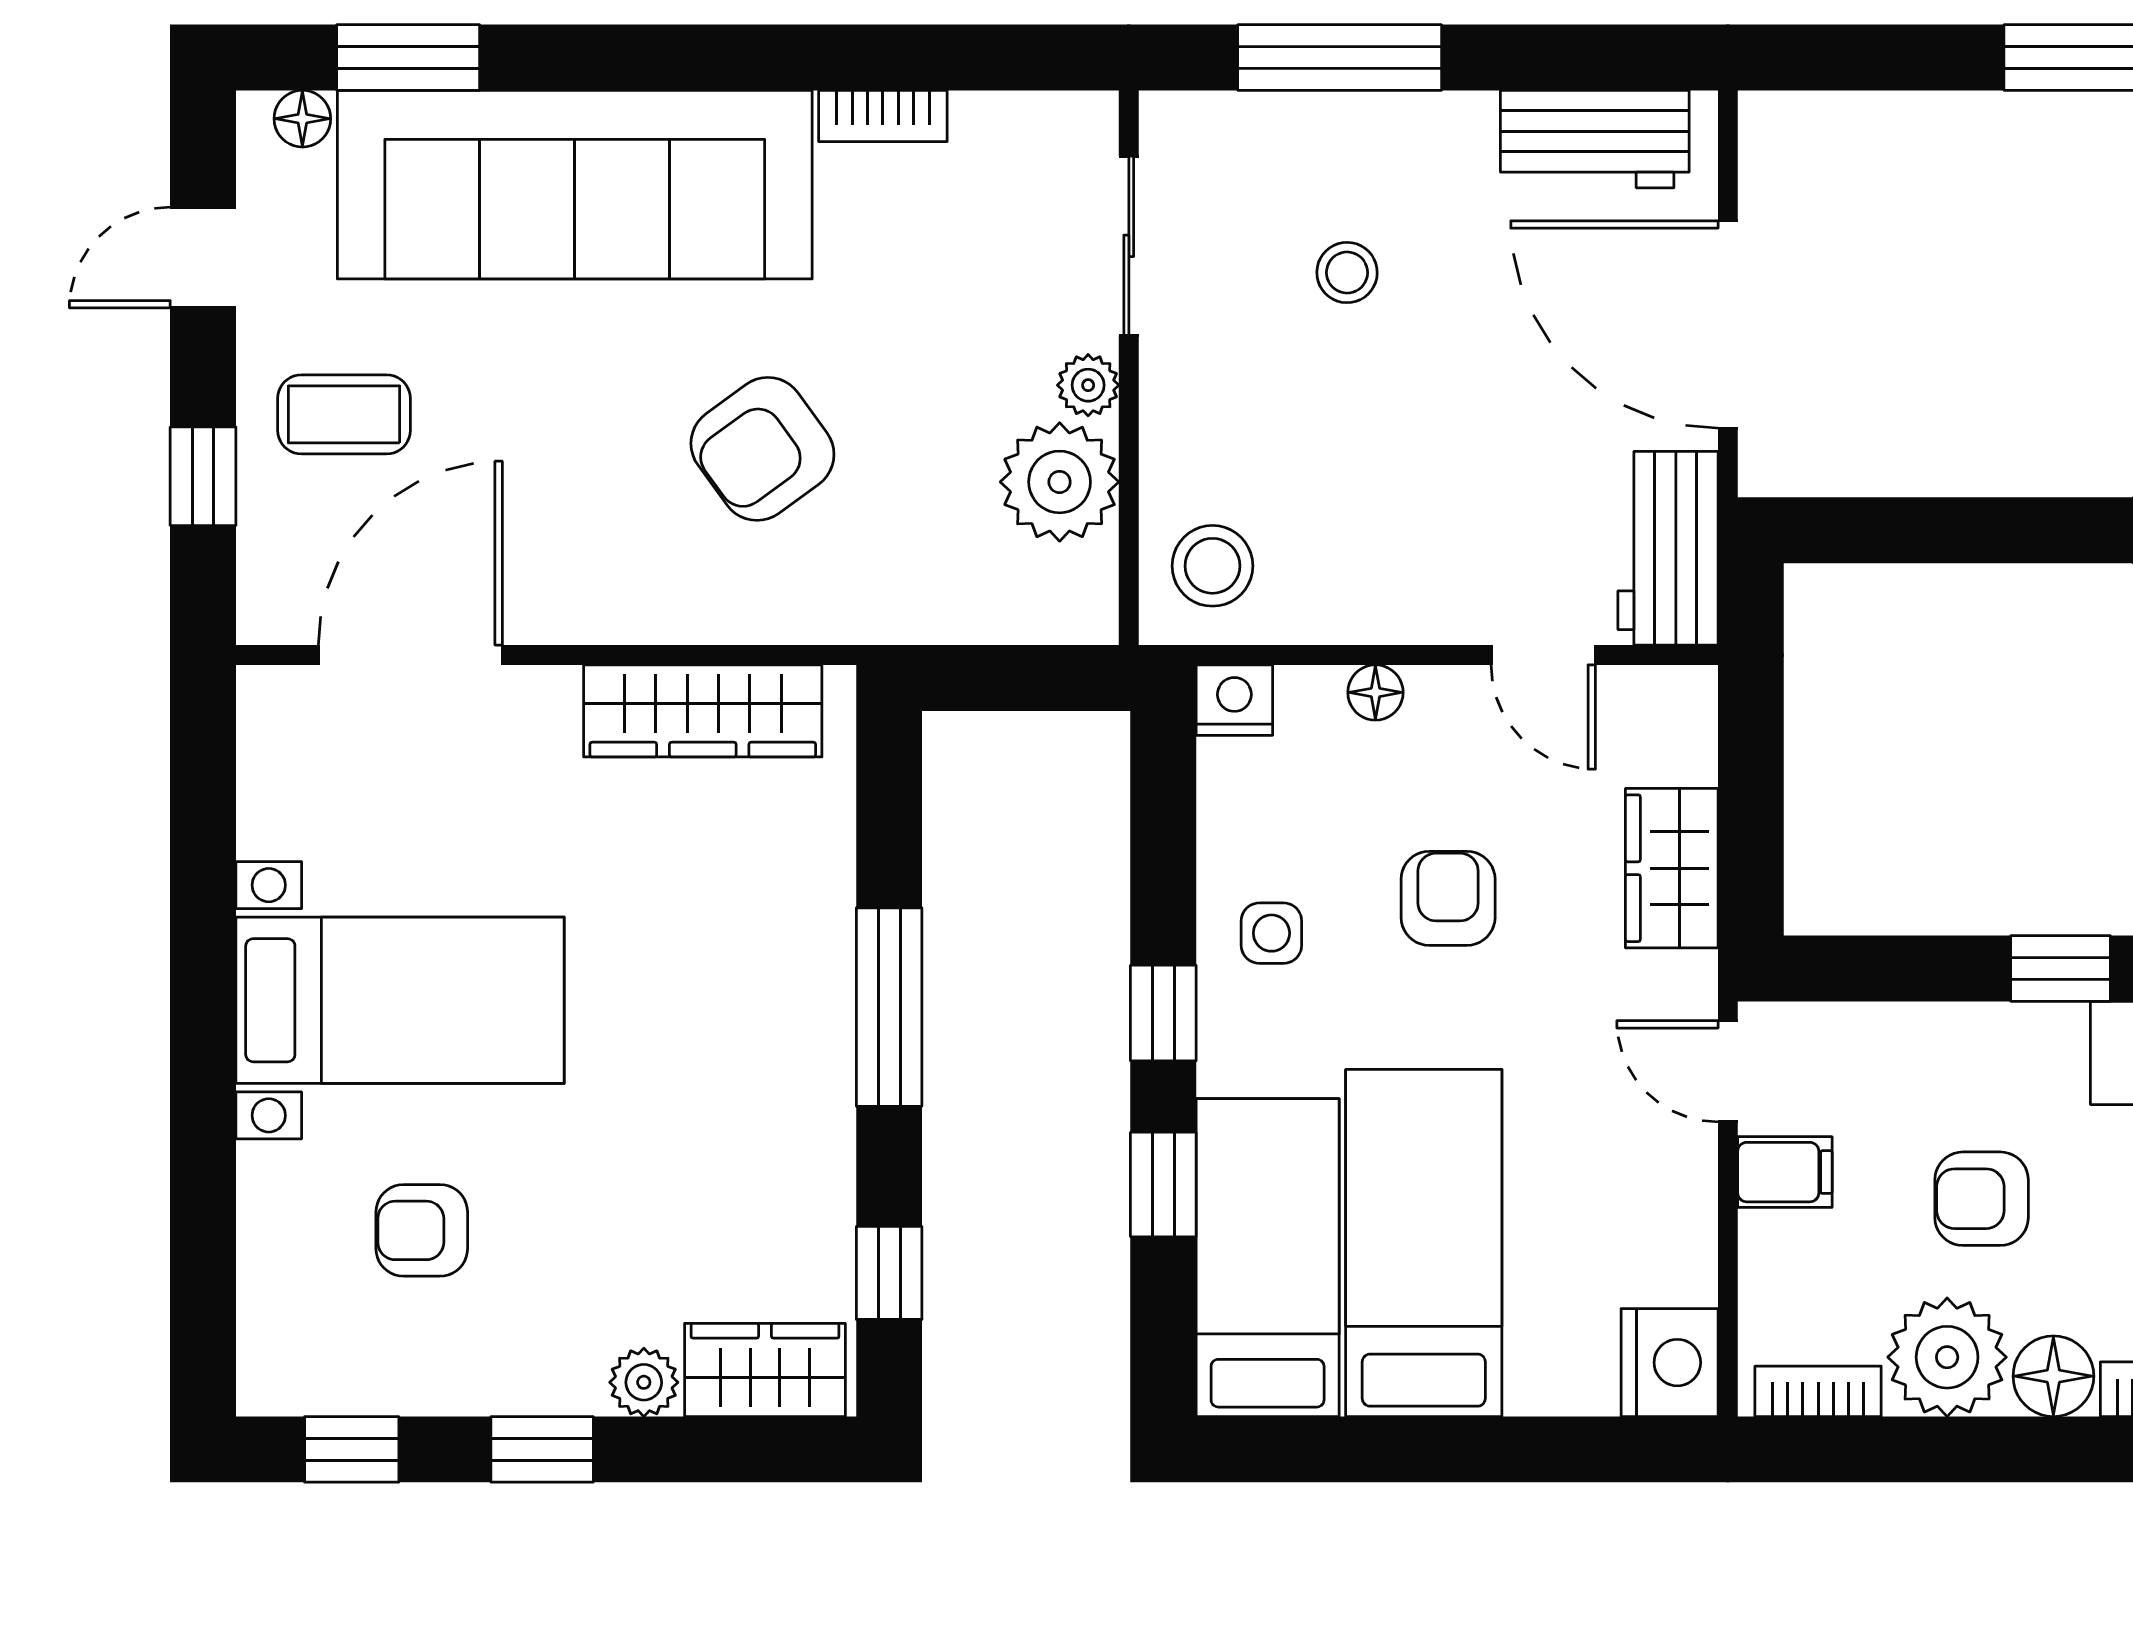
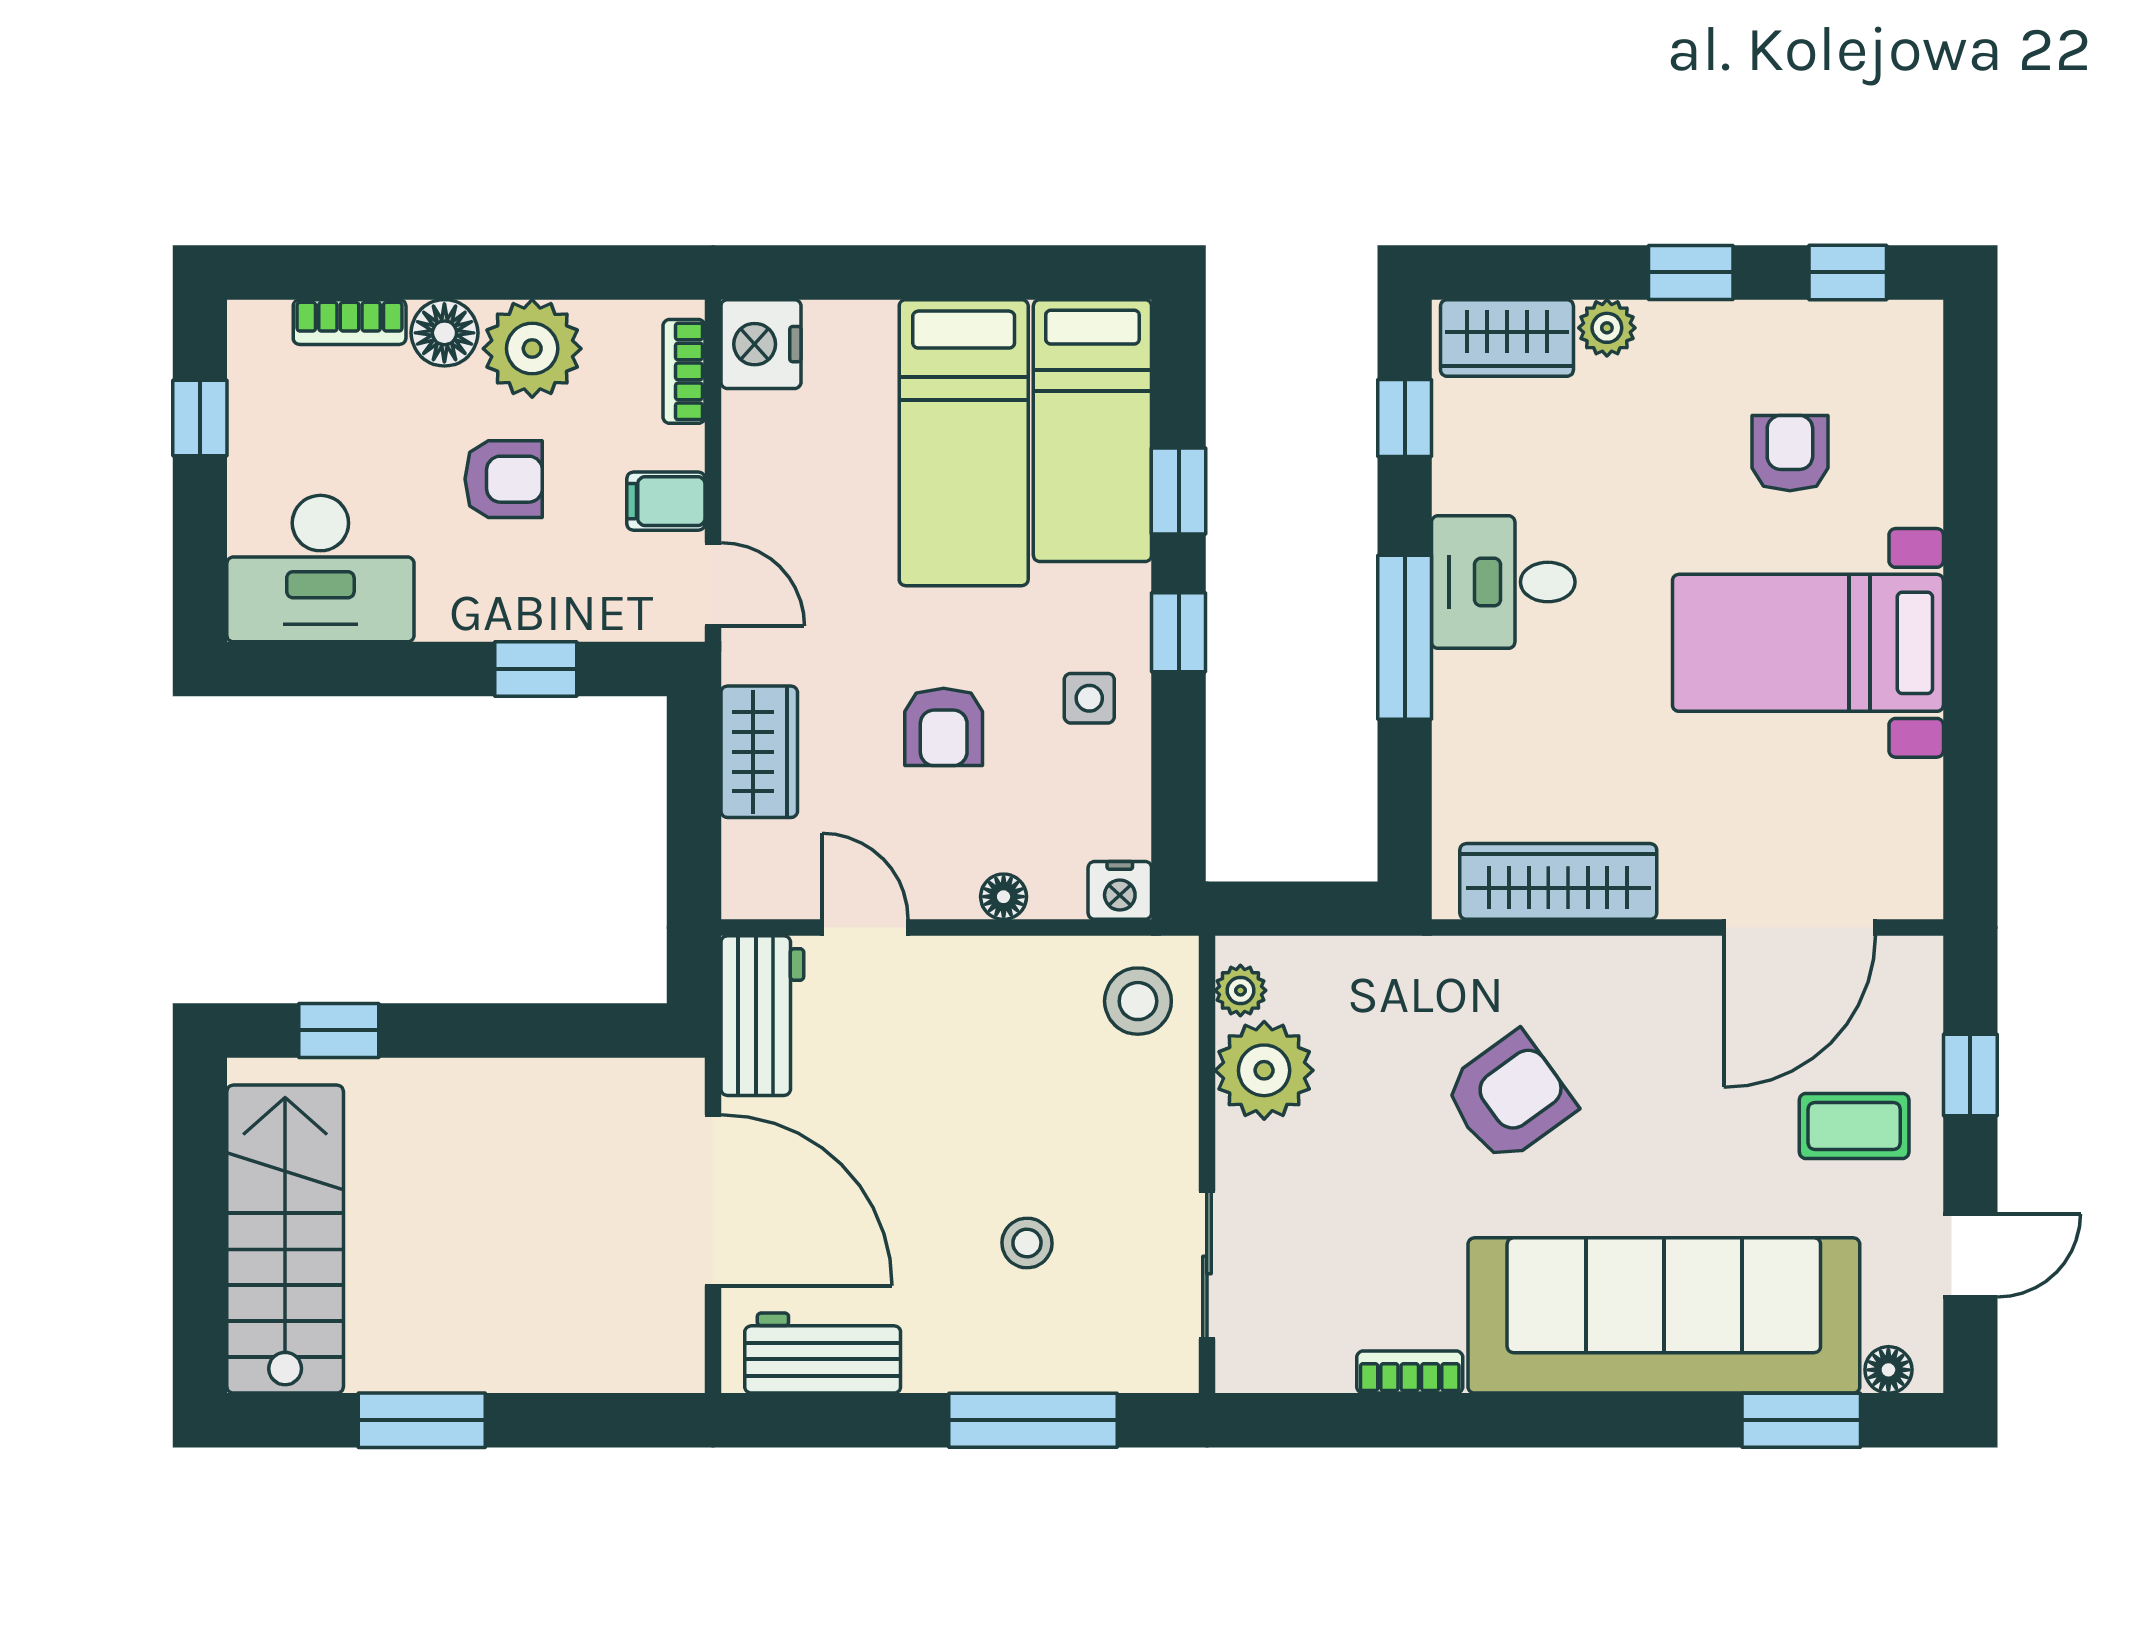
plant: (1088, 385) -> (1240, 990), moved
window: (2061, 968) -> (536, 669), moved
desk: (769, 1074) -> (1503, 582), added
armchair: (422, 1230) -> (1790, 453), turned -90
bookcase: (1818, 1391) -> (684, 371), moved, turned 90

